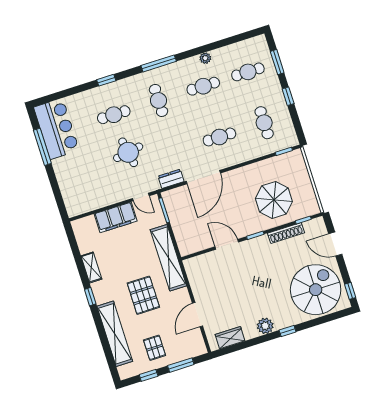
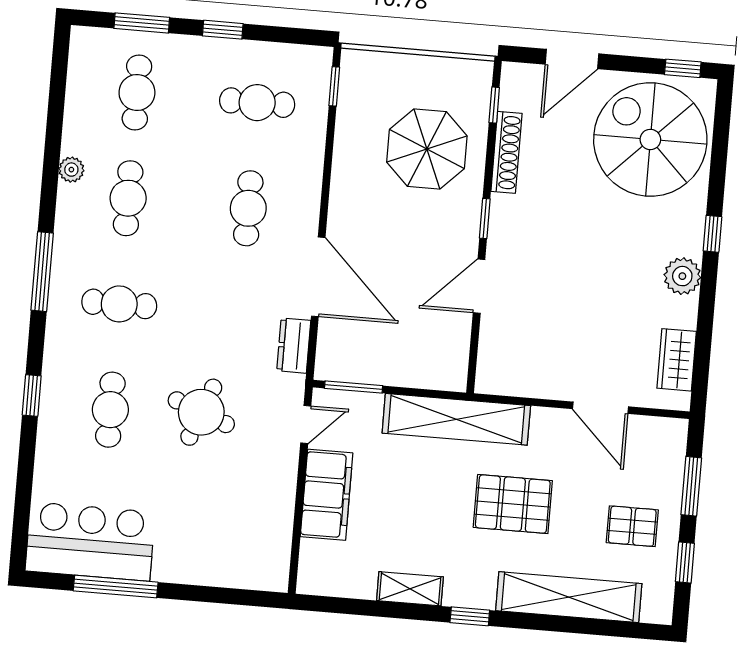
round table: (128, 152) -> (201, 412), turned 31

